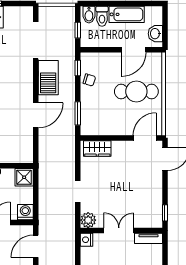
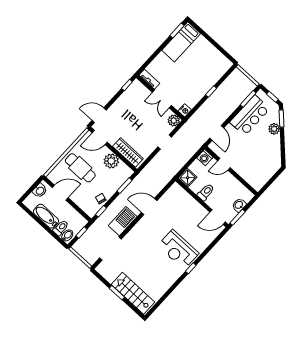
plant: (113, 126) -> (111, 161), added
wardrobe: (97, 149) -> (128, 152), width x1.50
door: (36, 246) -> (217, 133), hinge flipped

